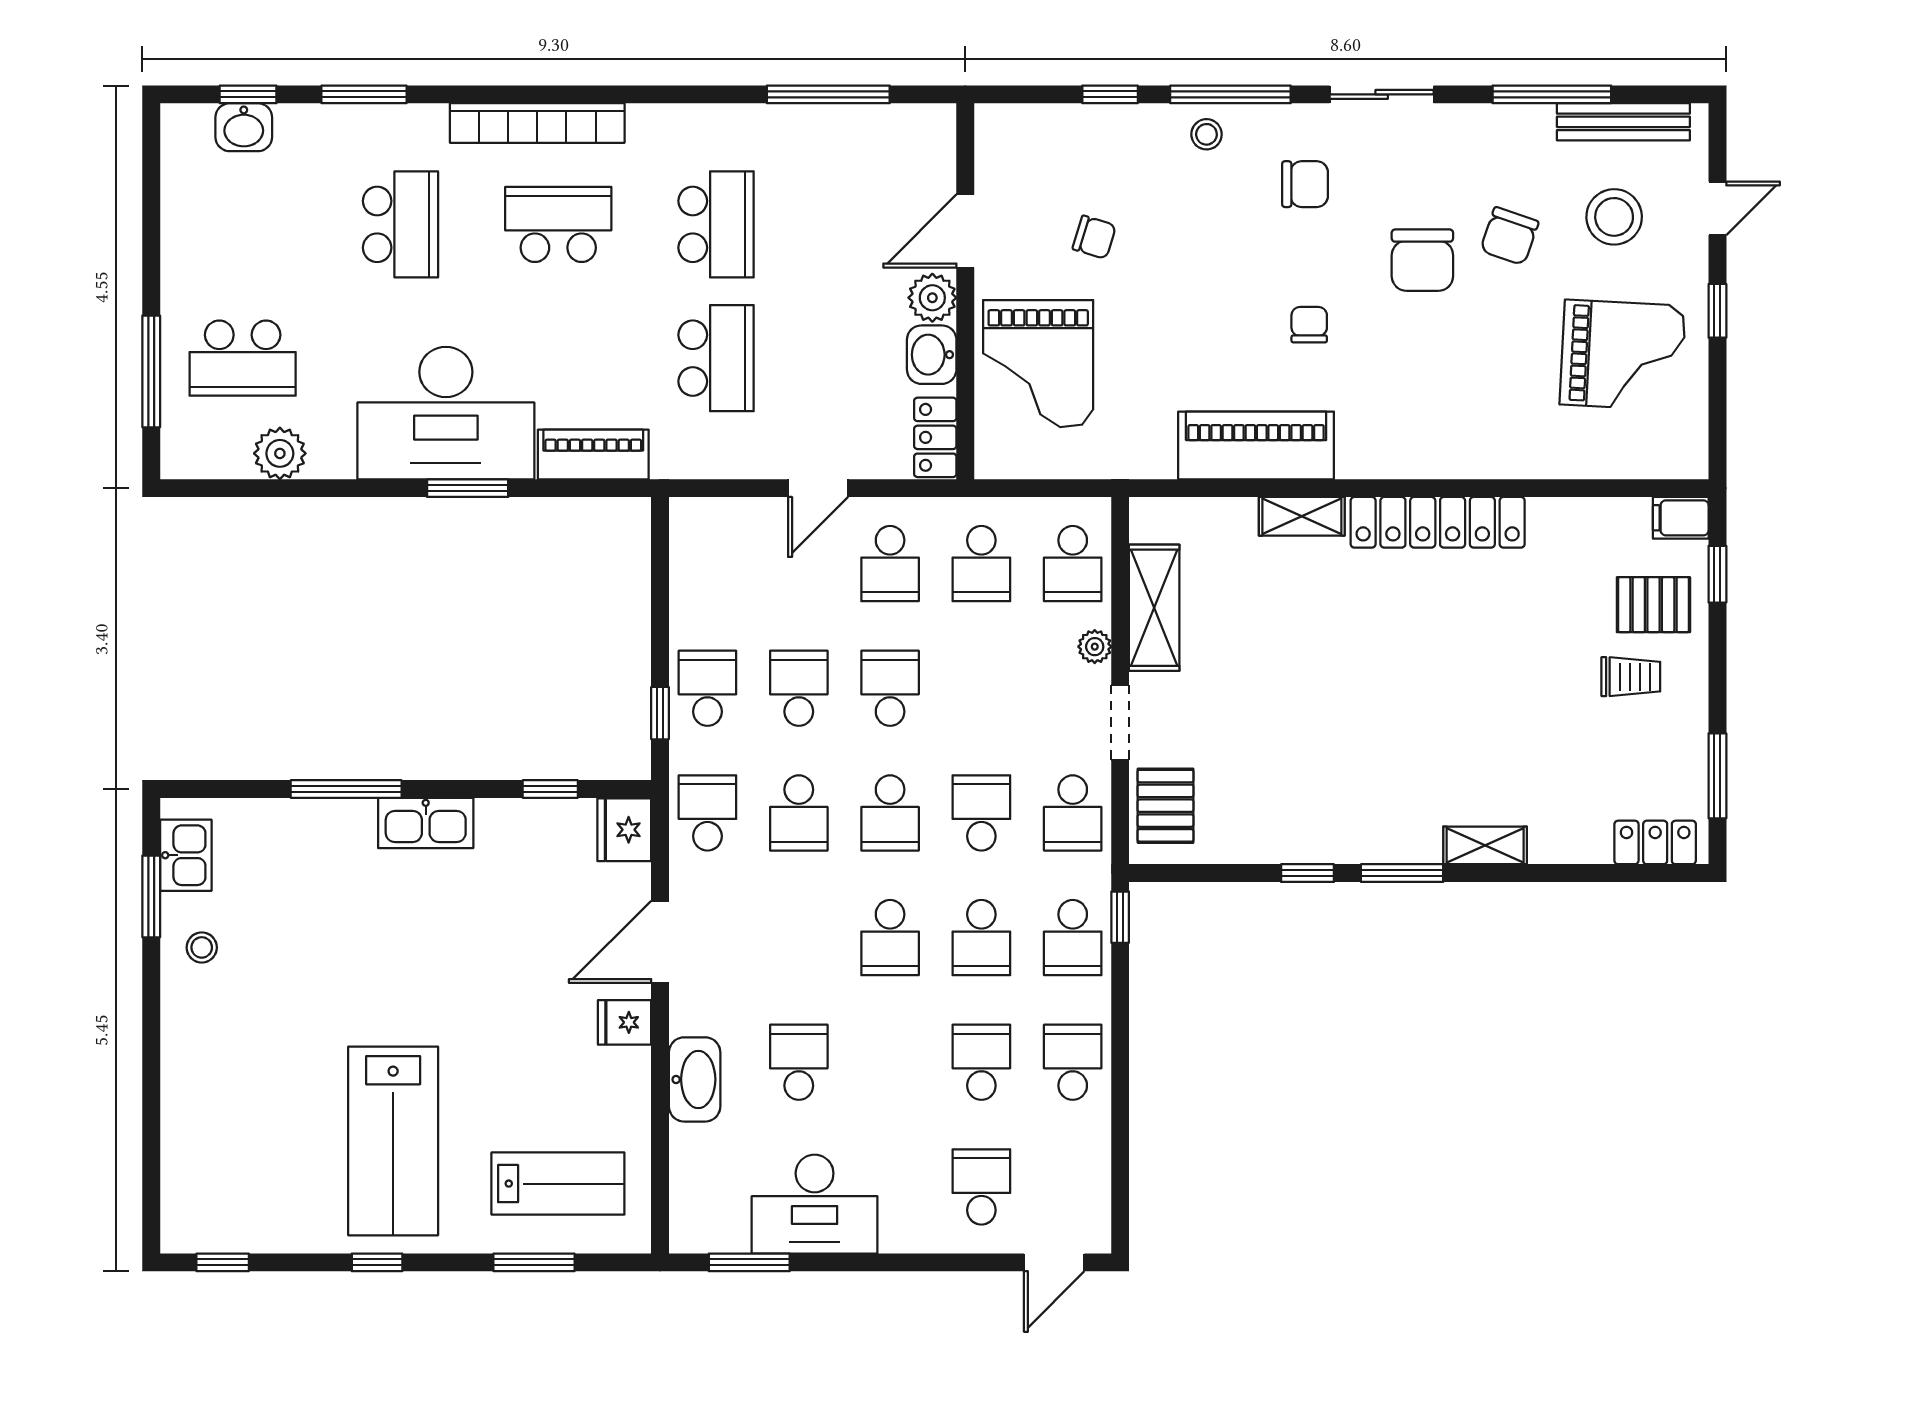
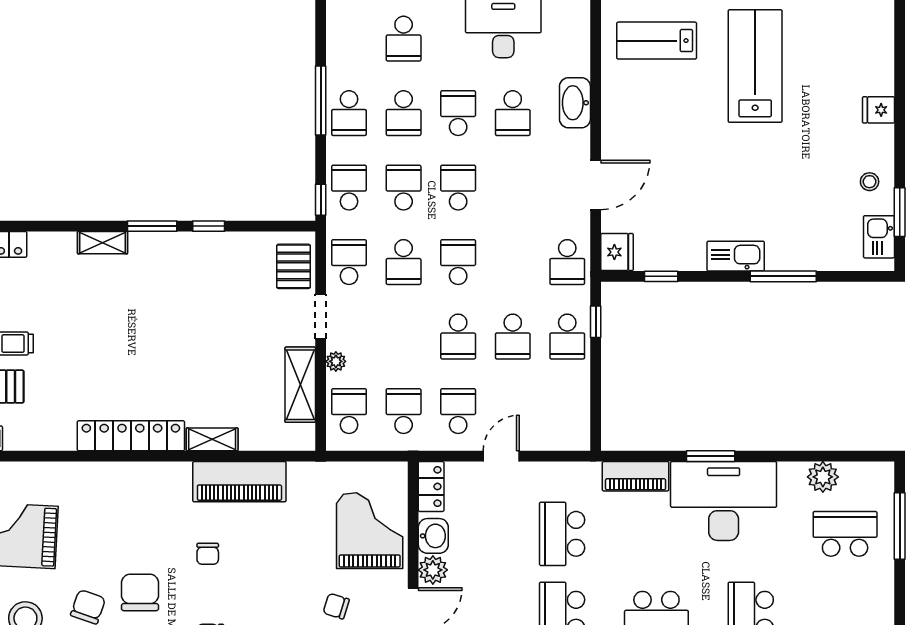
school desk: (799, 813) -> (458, 113), moved
fridge: (625, 1022) -> (879, 110), moved, turned 180
window: (1120, 1083) -> (321, 100), added

